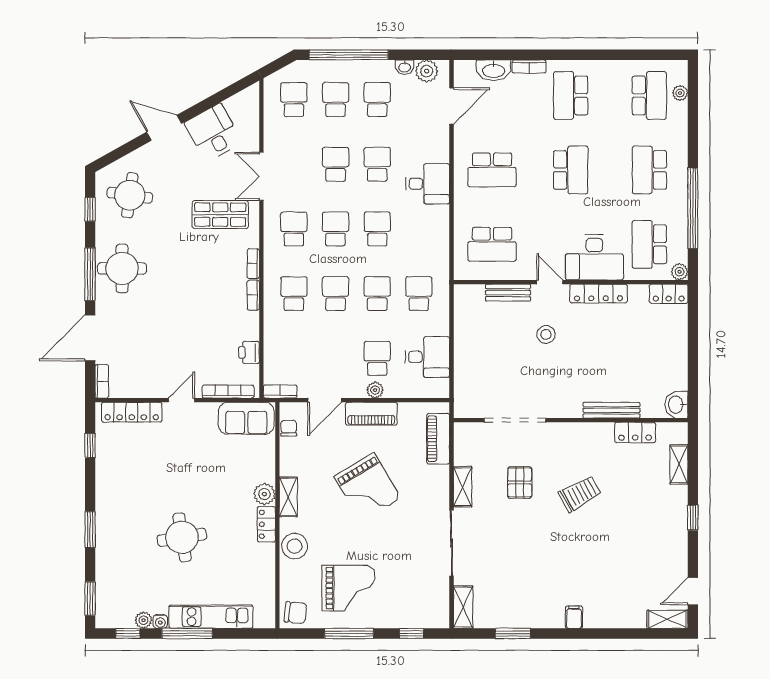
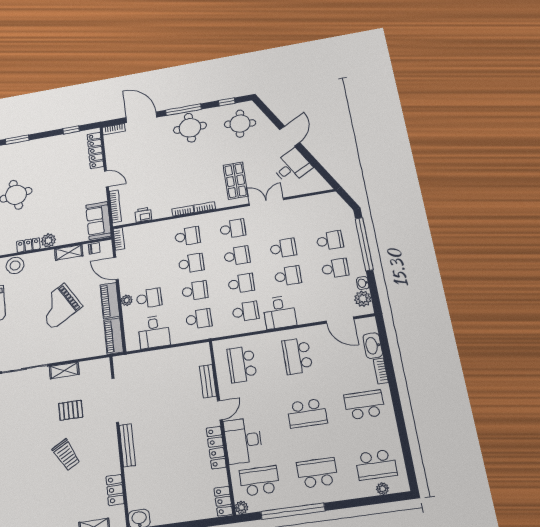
school desk: (294, 100) -> (245, 312), moved
stool: (546, 334) -> (181, 413), removed
bench: (612, 410) -> (127, 445), moved
piano: (438, 439) -> (114, 336), moved, turned -90
shelving: (288, 497) -> (69, 252), moved

